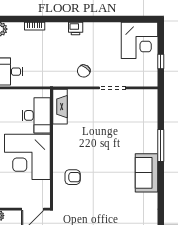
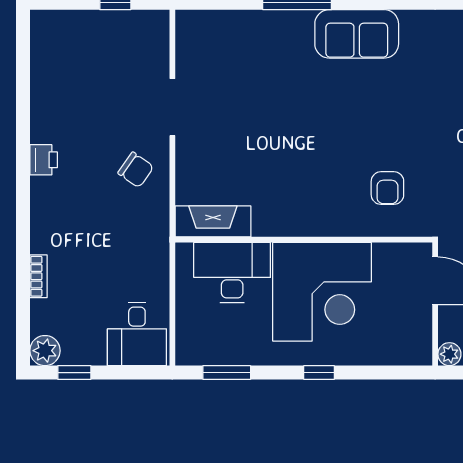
printer: (76, 29) -> (44, 160), moved
corner desk: (139, 40) -> (69, 49), removed
armchair: (73, 177) -> (387, 188), moved, turned 180

